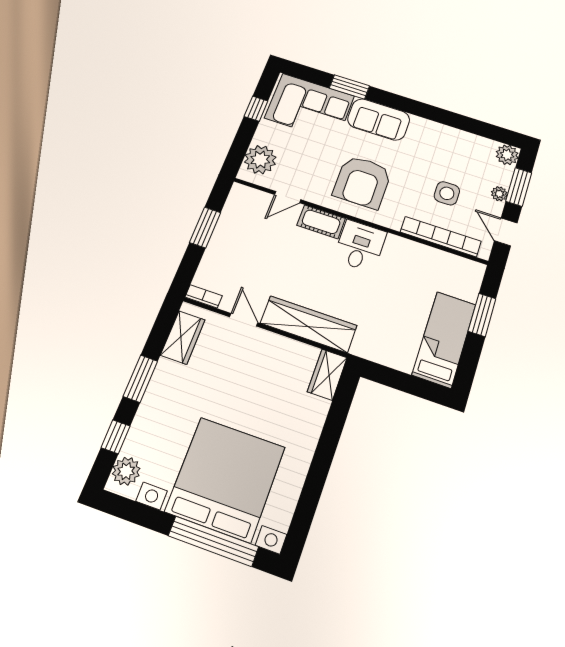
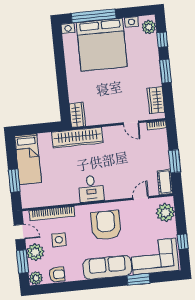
sofa: (379, 119) -> (107, 267), width x1.36
armchair: (472, 146) -> (57, 274), added
plant: (499, 194) -> (35, 252), width x1.87, depth x1.87
cot: (321, 222) -> (165, 182), moved, turned 90
wardrobe: (309, 324) -> (77, 138), moved

